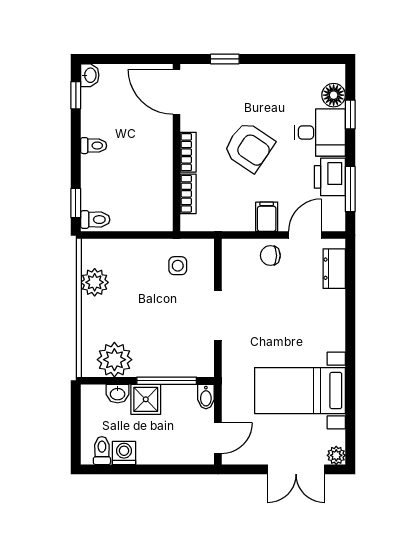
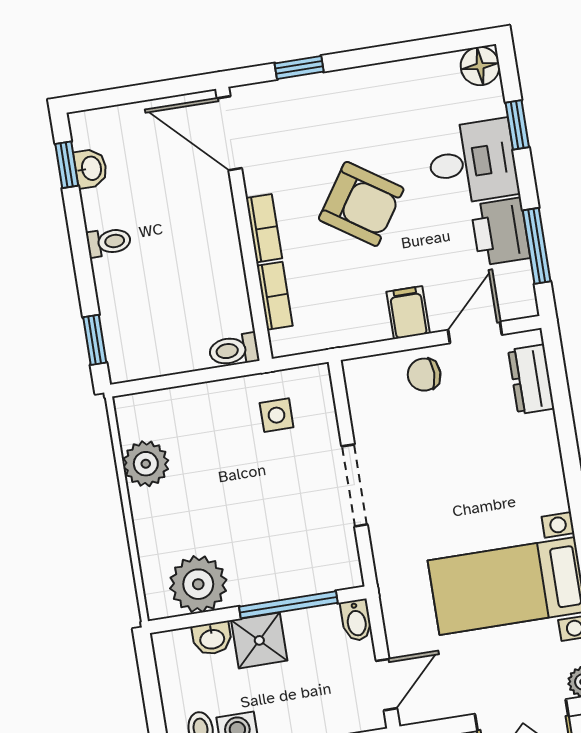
washbasin: (90, 75) -> (91, 168), moved
floor lamp: (334, 95) -> (480, 66), moved
toilet: (95, 220) -> (234, 350), moved, turned 180

